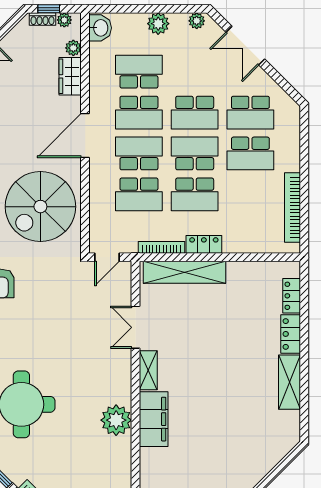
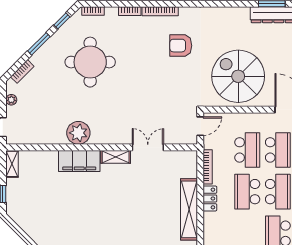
school desk: (139, 194) -> (247, 150), turned 180
door: (107, 257) -> (200, 126), swing flipped
shelving: (184, 272) -> (189, 209), moved

